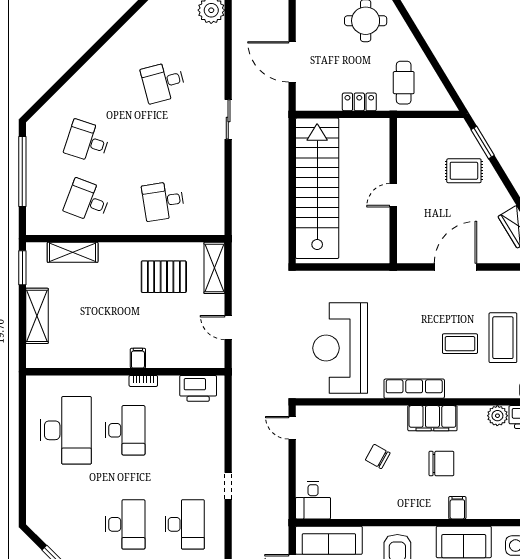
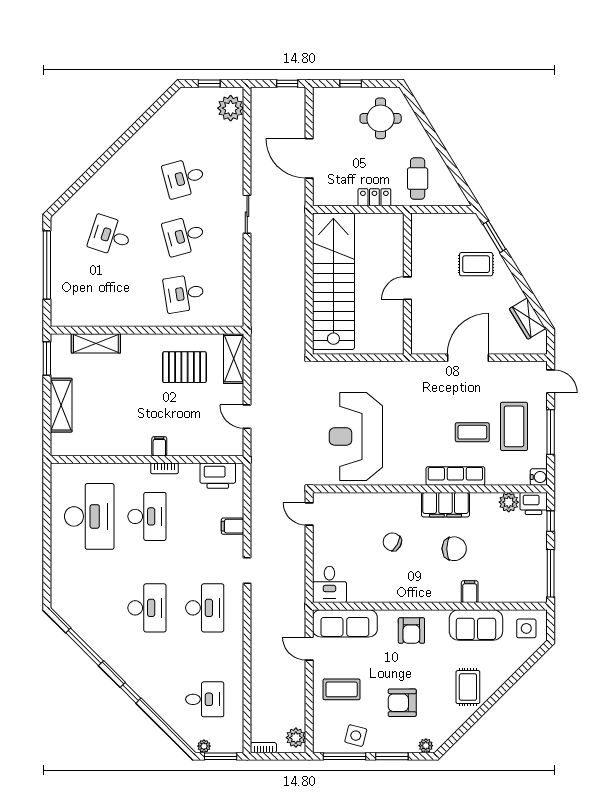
desk: (87, 201) -> (184, 236), moved, turned -36
row of seats: (414, 389) -> (455, 476), moved
filing cabinet: (213, 440) -> (233, 526), added

